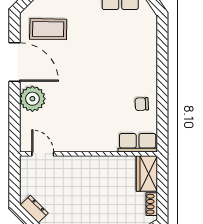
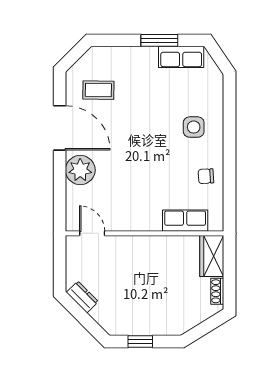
coffee table: (48, 29) -> (98, 90), width x0.73, depth x0.77
side table: (131, 61) -> (194, 127), added
row of seats: (138, 143) -> (185, 221), moved

